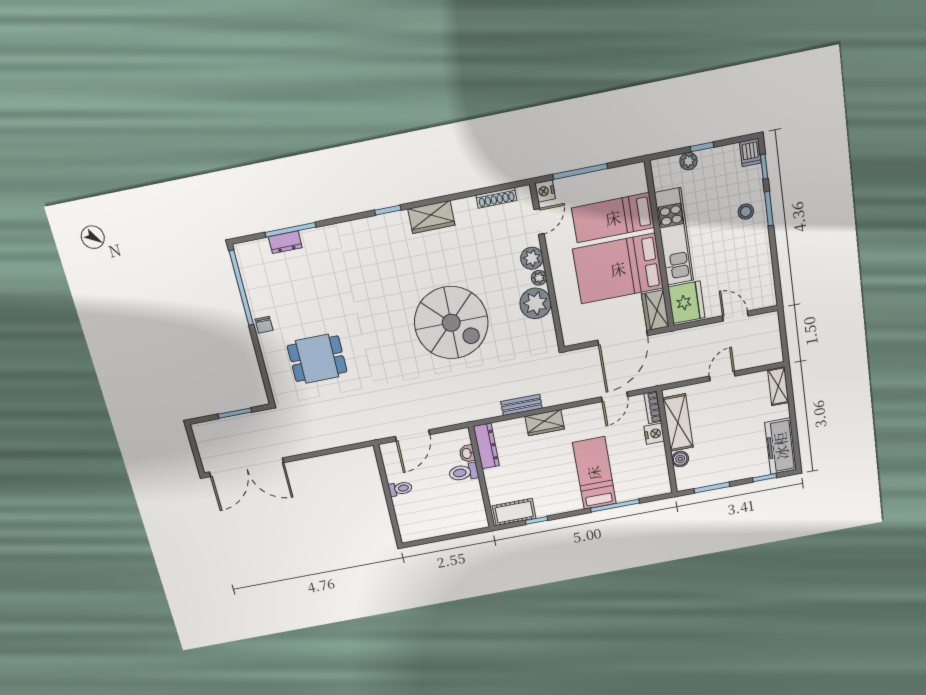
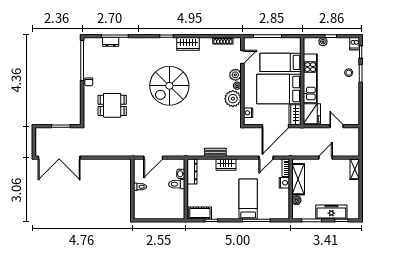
nightstand: (545, 191) -> (248, 113), moved
spiral stairs: (451, 323) -> (169, 86), moved, turned 90
freezer: (781, 446) -> (331, 212), moved, turned 90

